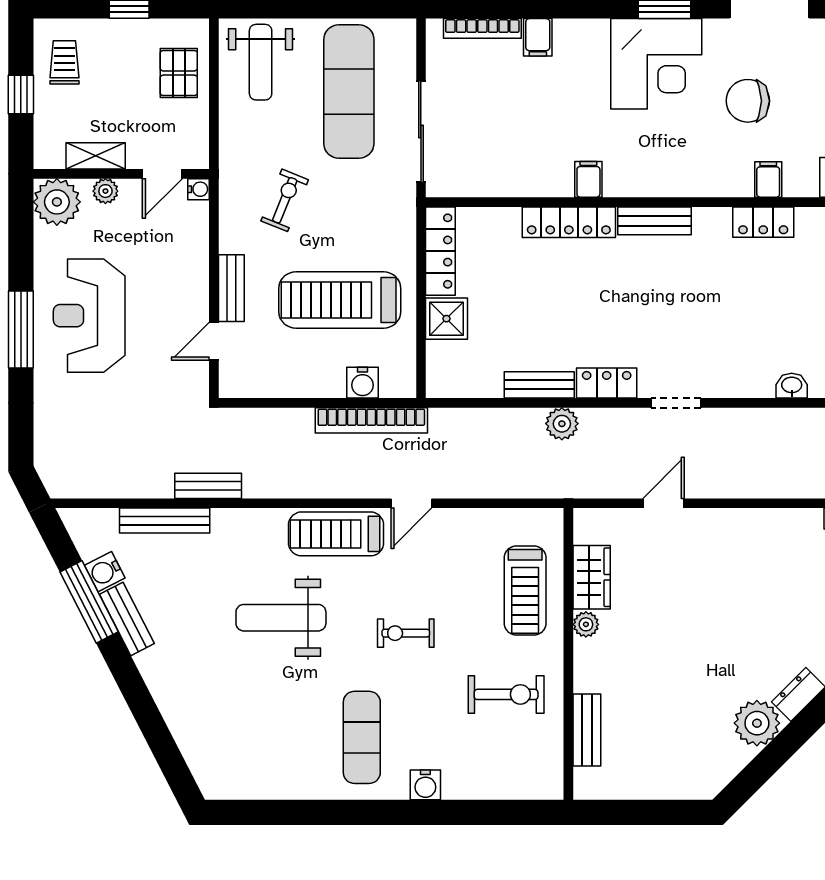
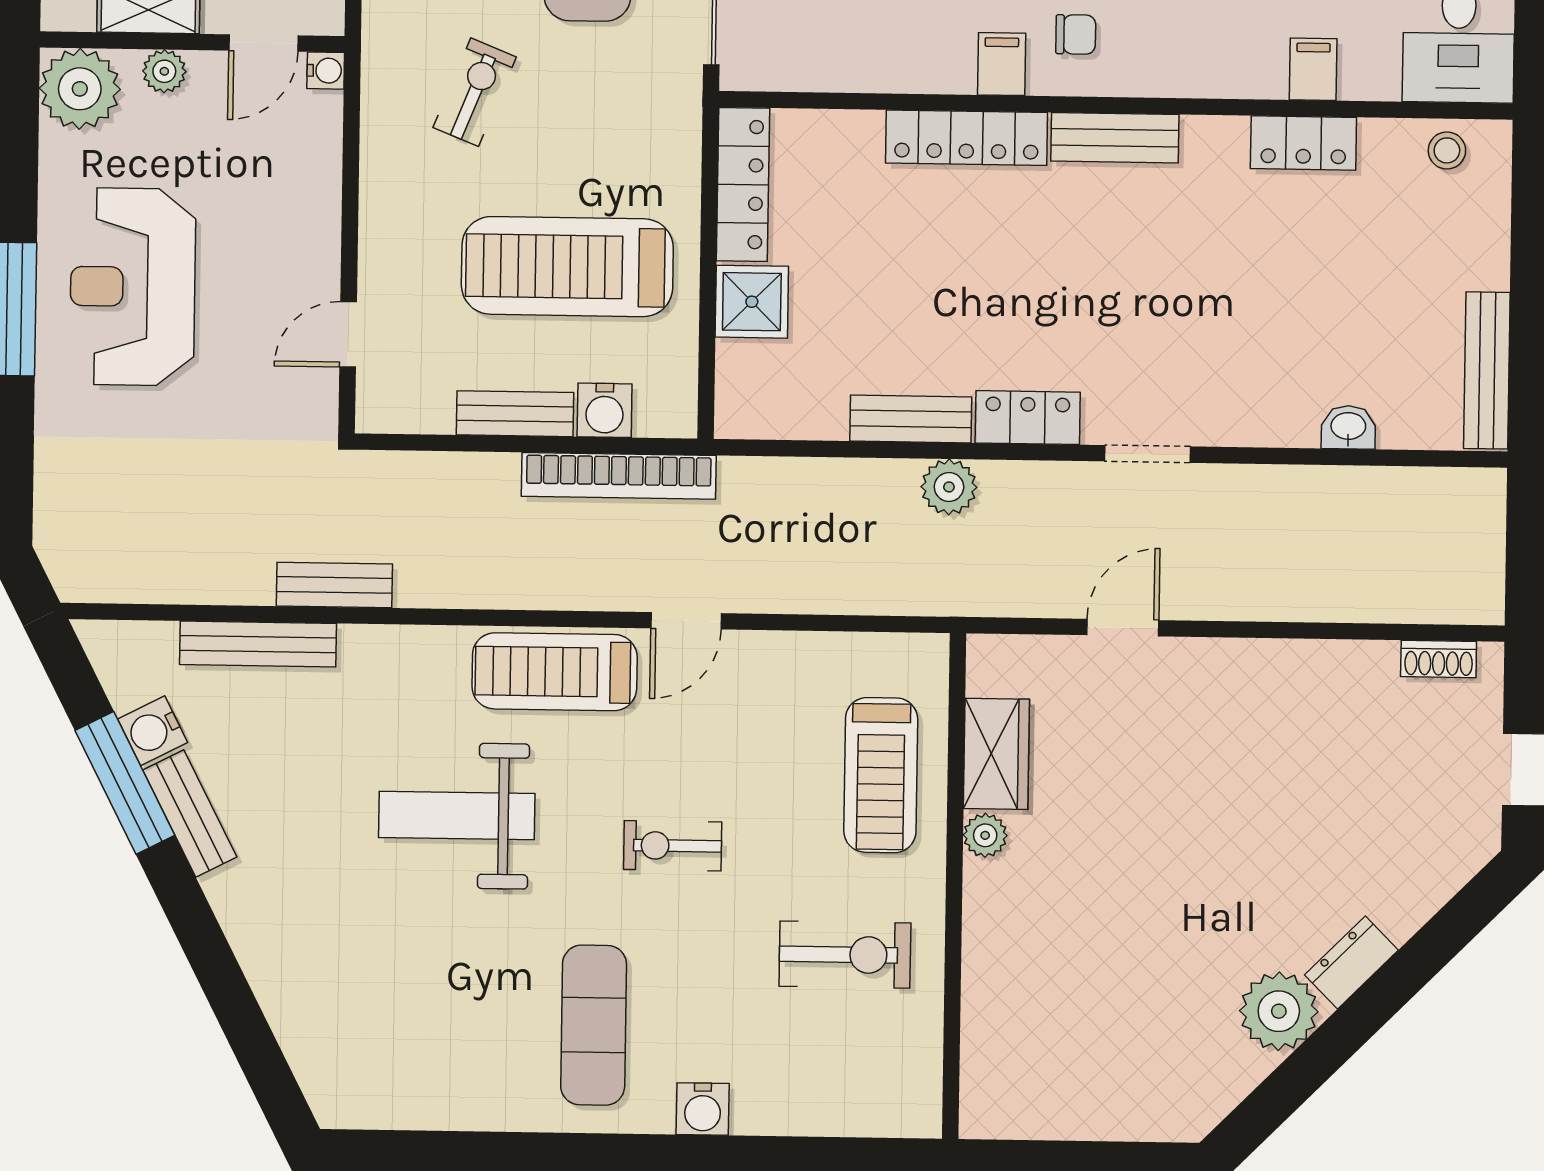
chair: (631, 162) -> (1076, 34), added
bench: (231, 288) -> (515, 414), moved, turned 90
bench: (587, 730) -> (984, 1018), removed

